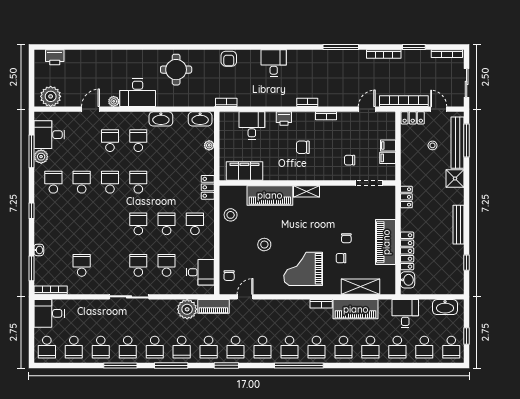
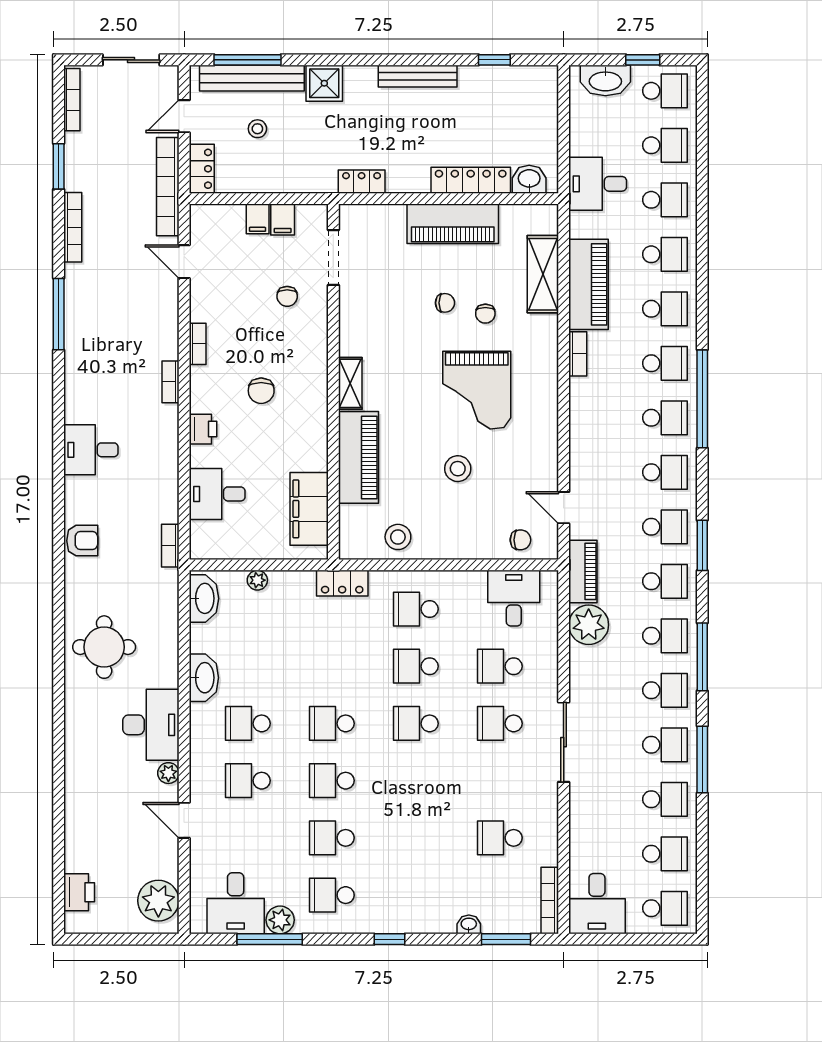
grand piano: (303, 269) -> (477, 390), moved
washbasin: (445, 307) -> (605, 80), moved, turned 90

